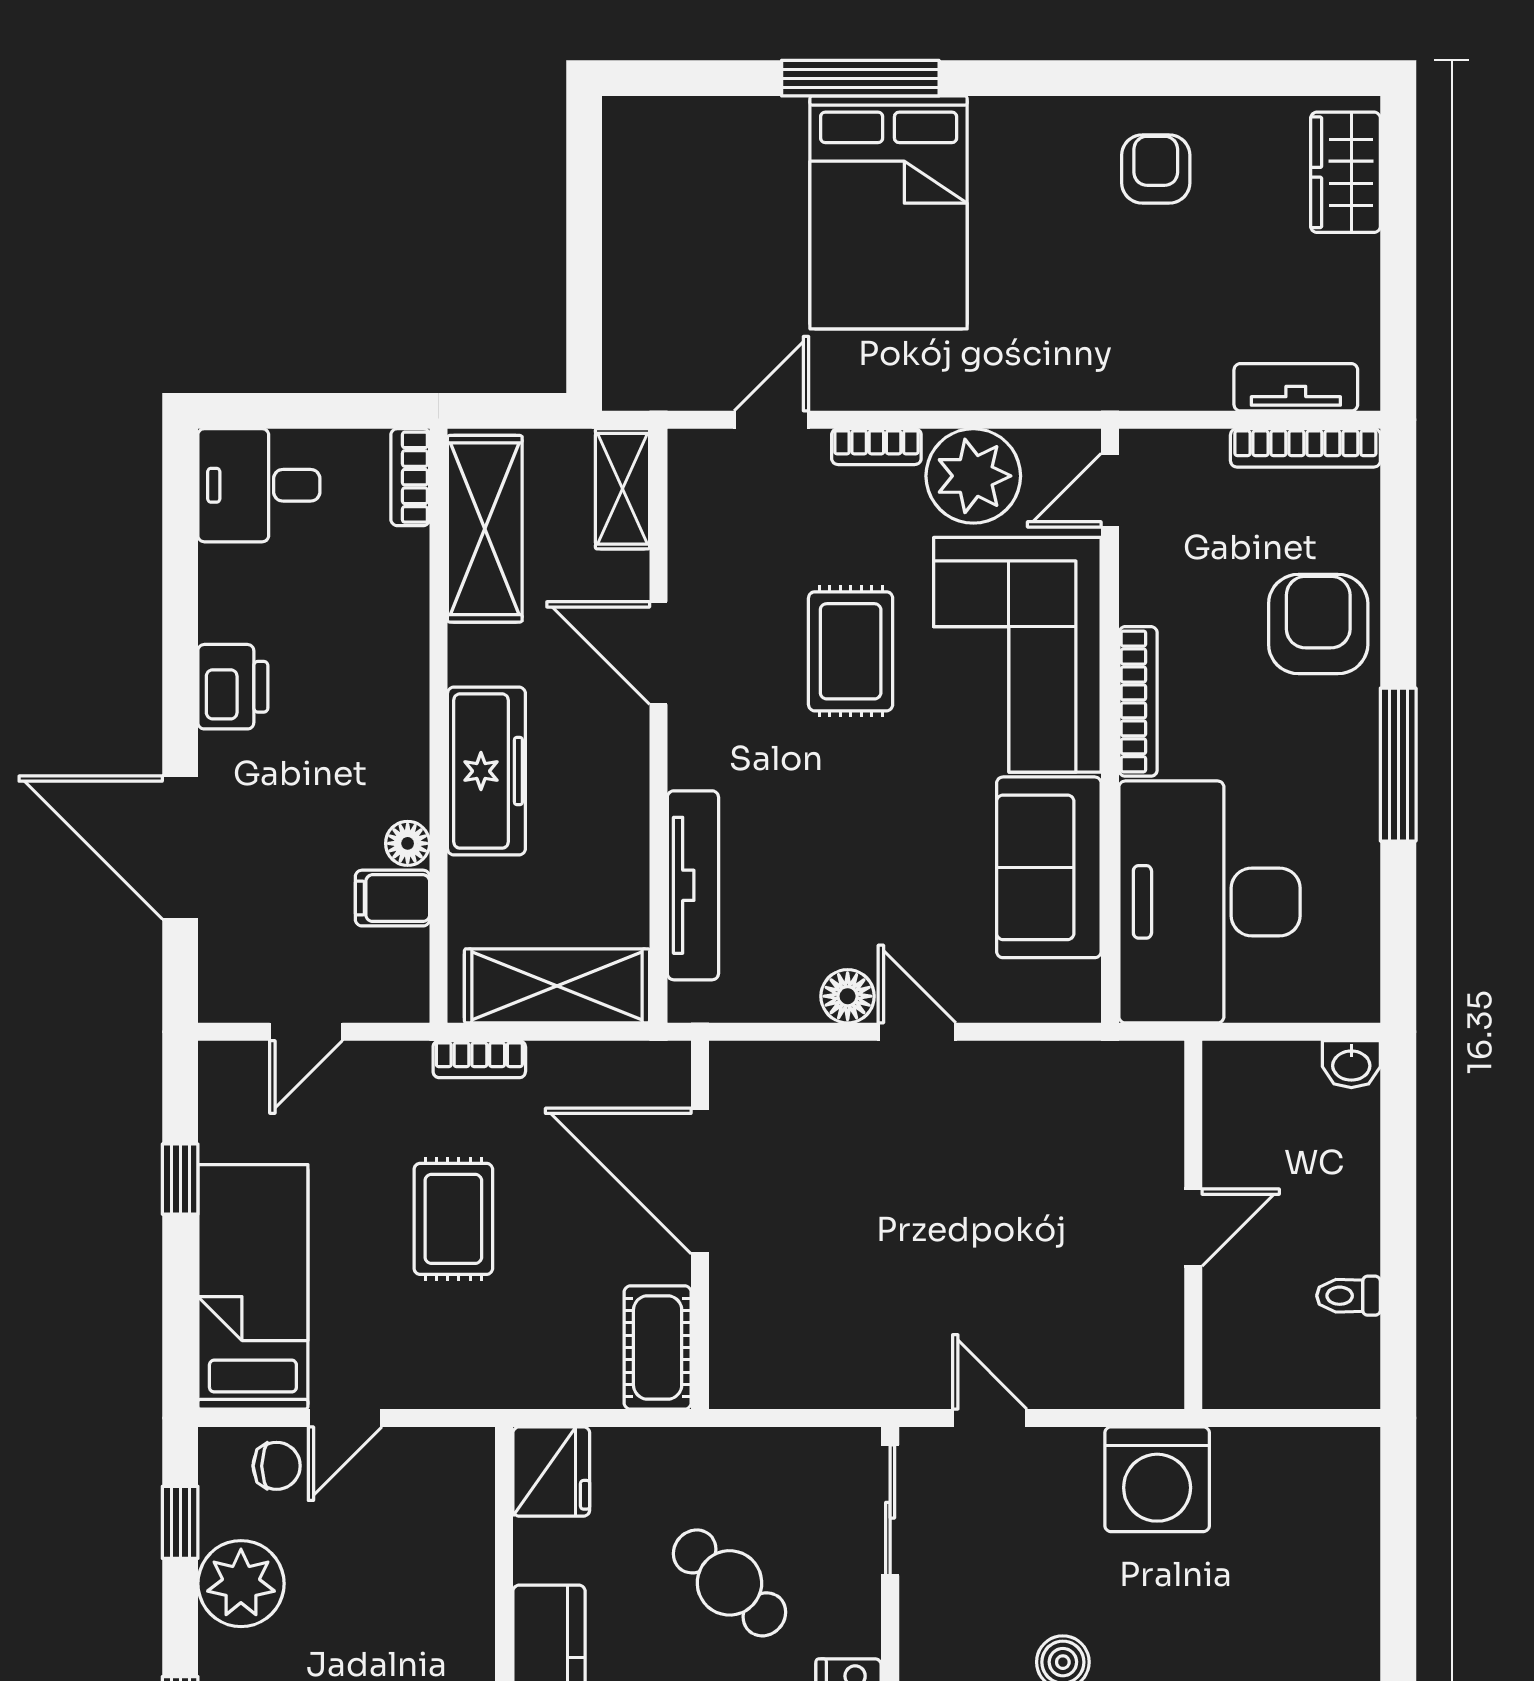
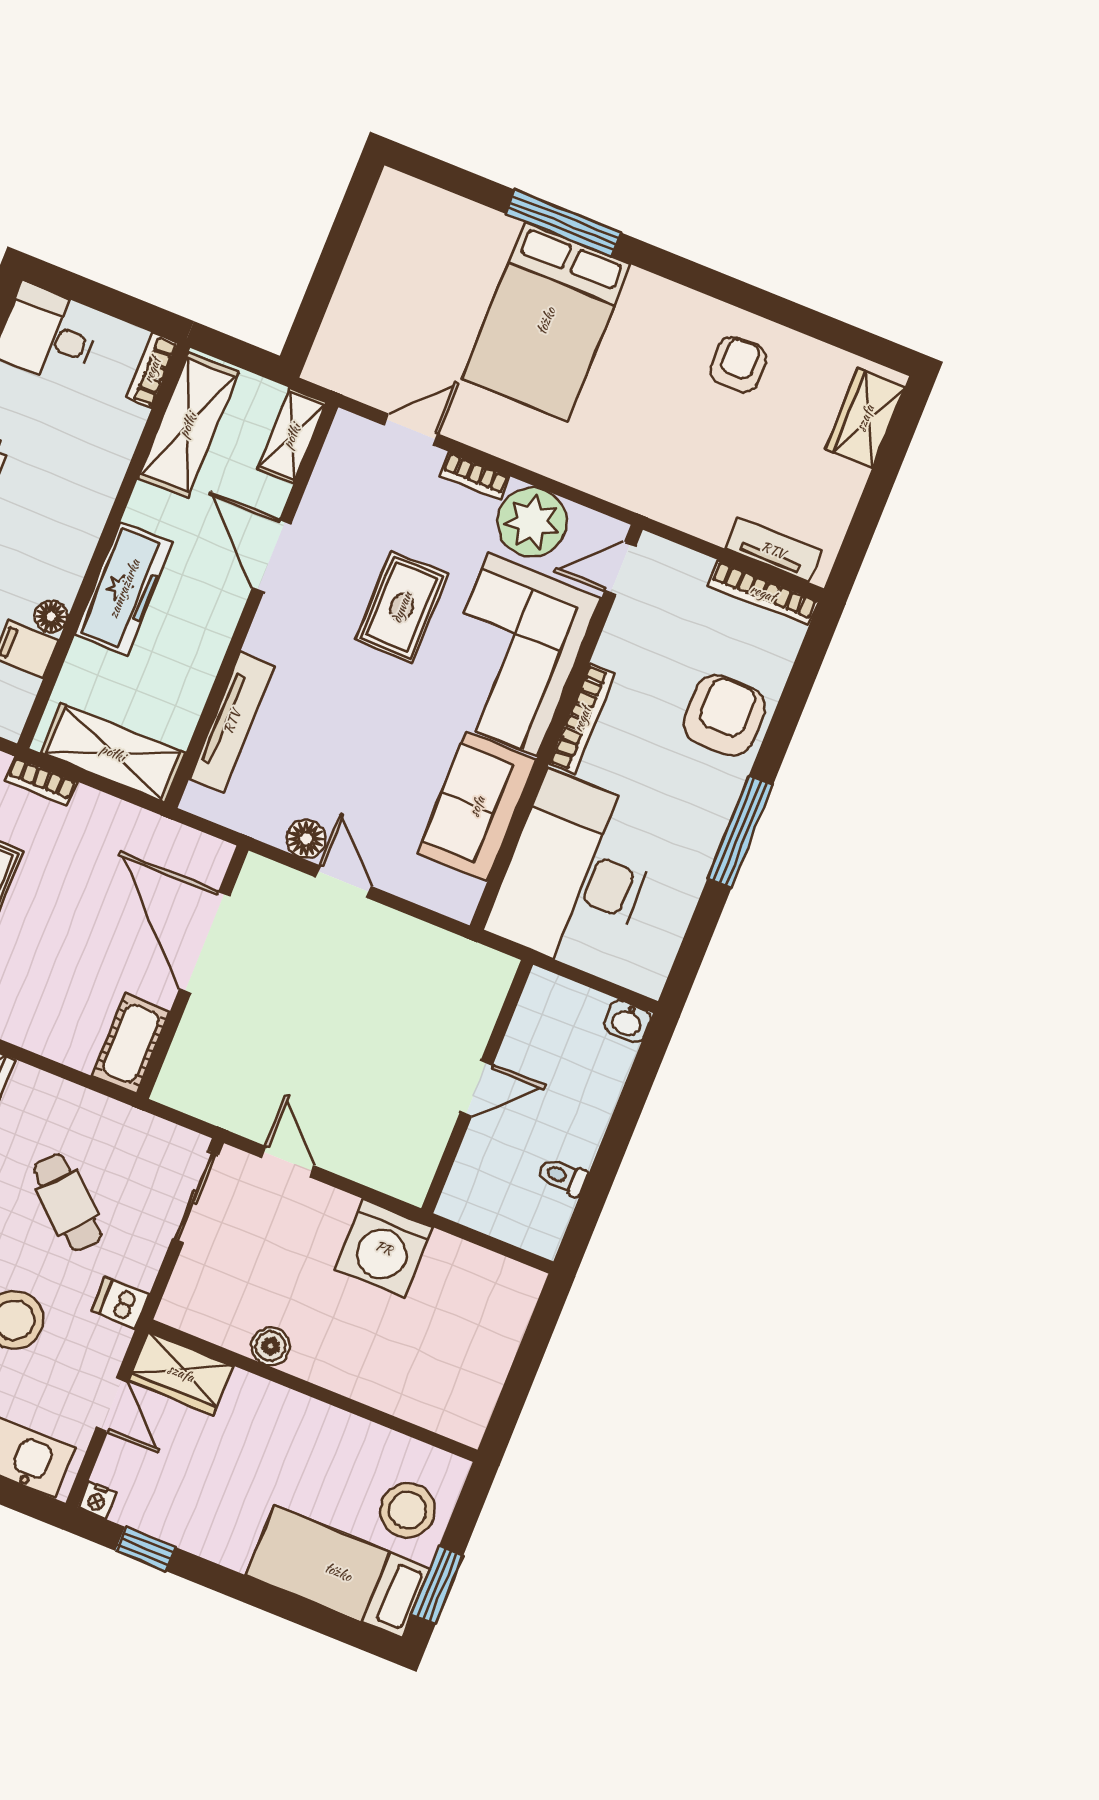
door: (700, 1181) -> (205, 943), moved
wall: (700, 1225) -> (193, 972), moved
cot: (658, 1347) -> (131, 1043), moved

